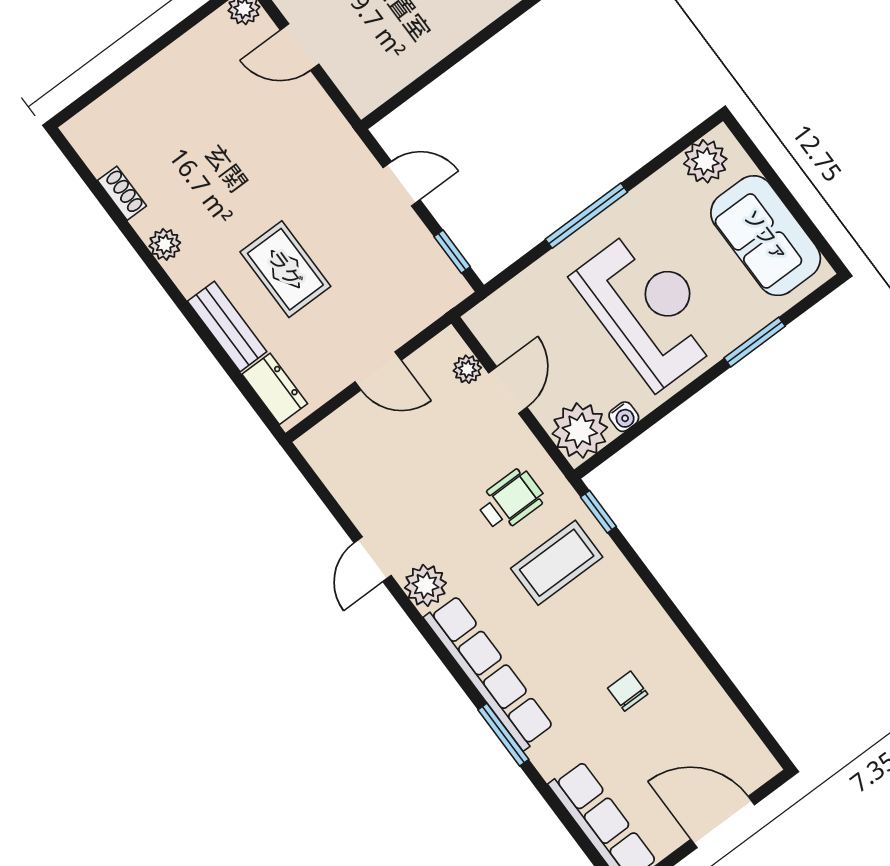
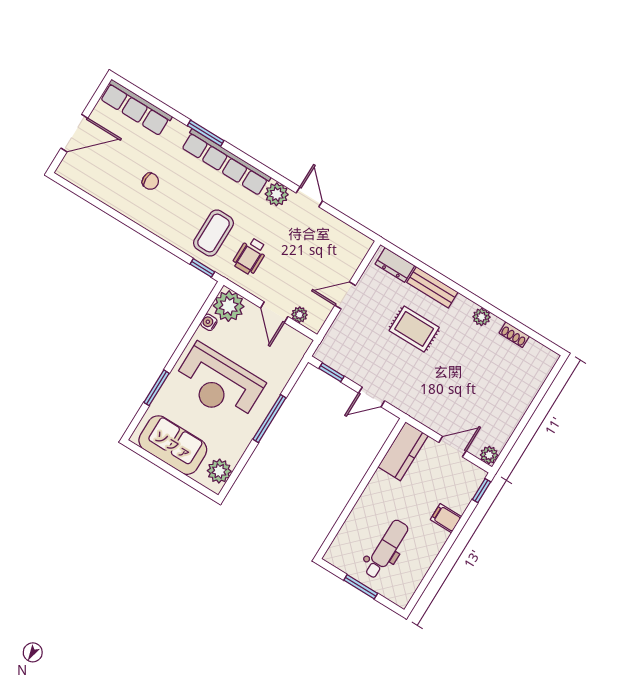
kitchen counter: (385, 72) -> (403, 451), added

